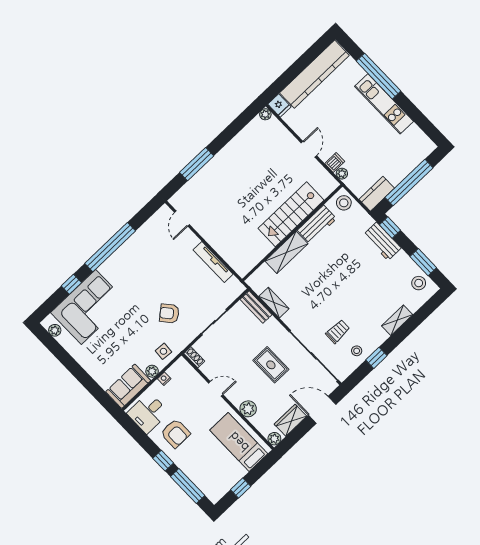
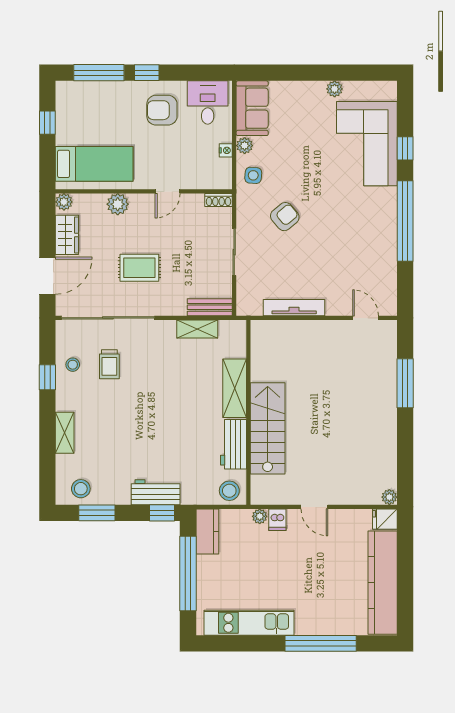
kitchen unit: (384, 104) -> (249, 623), moved
plant: (55, 330) -> (335, 89), moved

